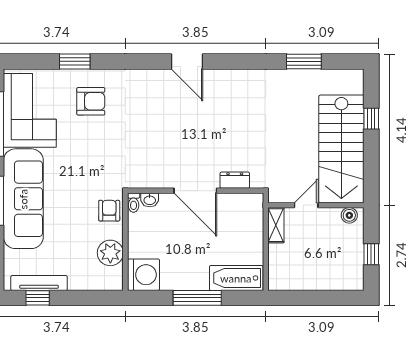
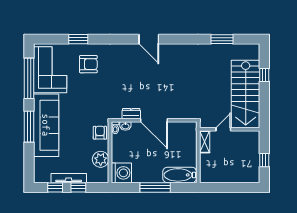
dresser: (235, 180) -> (131, 114), moved
boiler: (349, 215) -> (251, 136), removed
tv unit: (39, 283) -> (69, 178), moved
window: (75, 298) -> (78, 187), added

